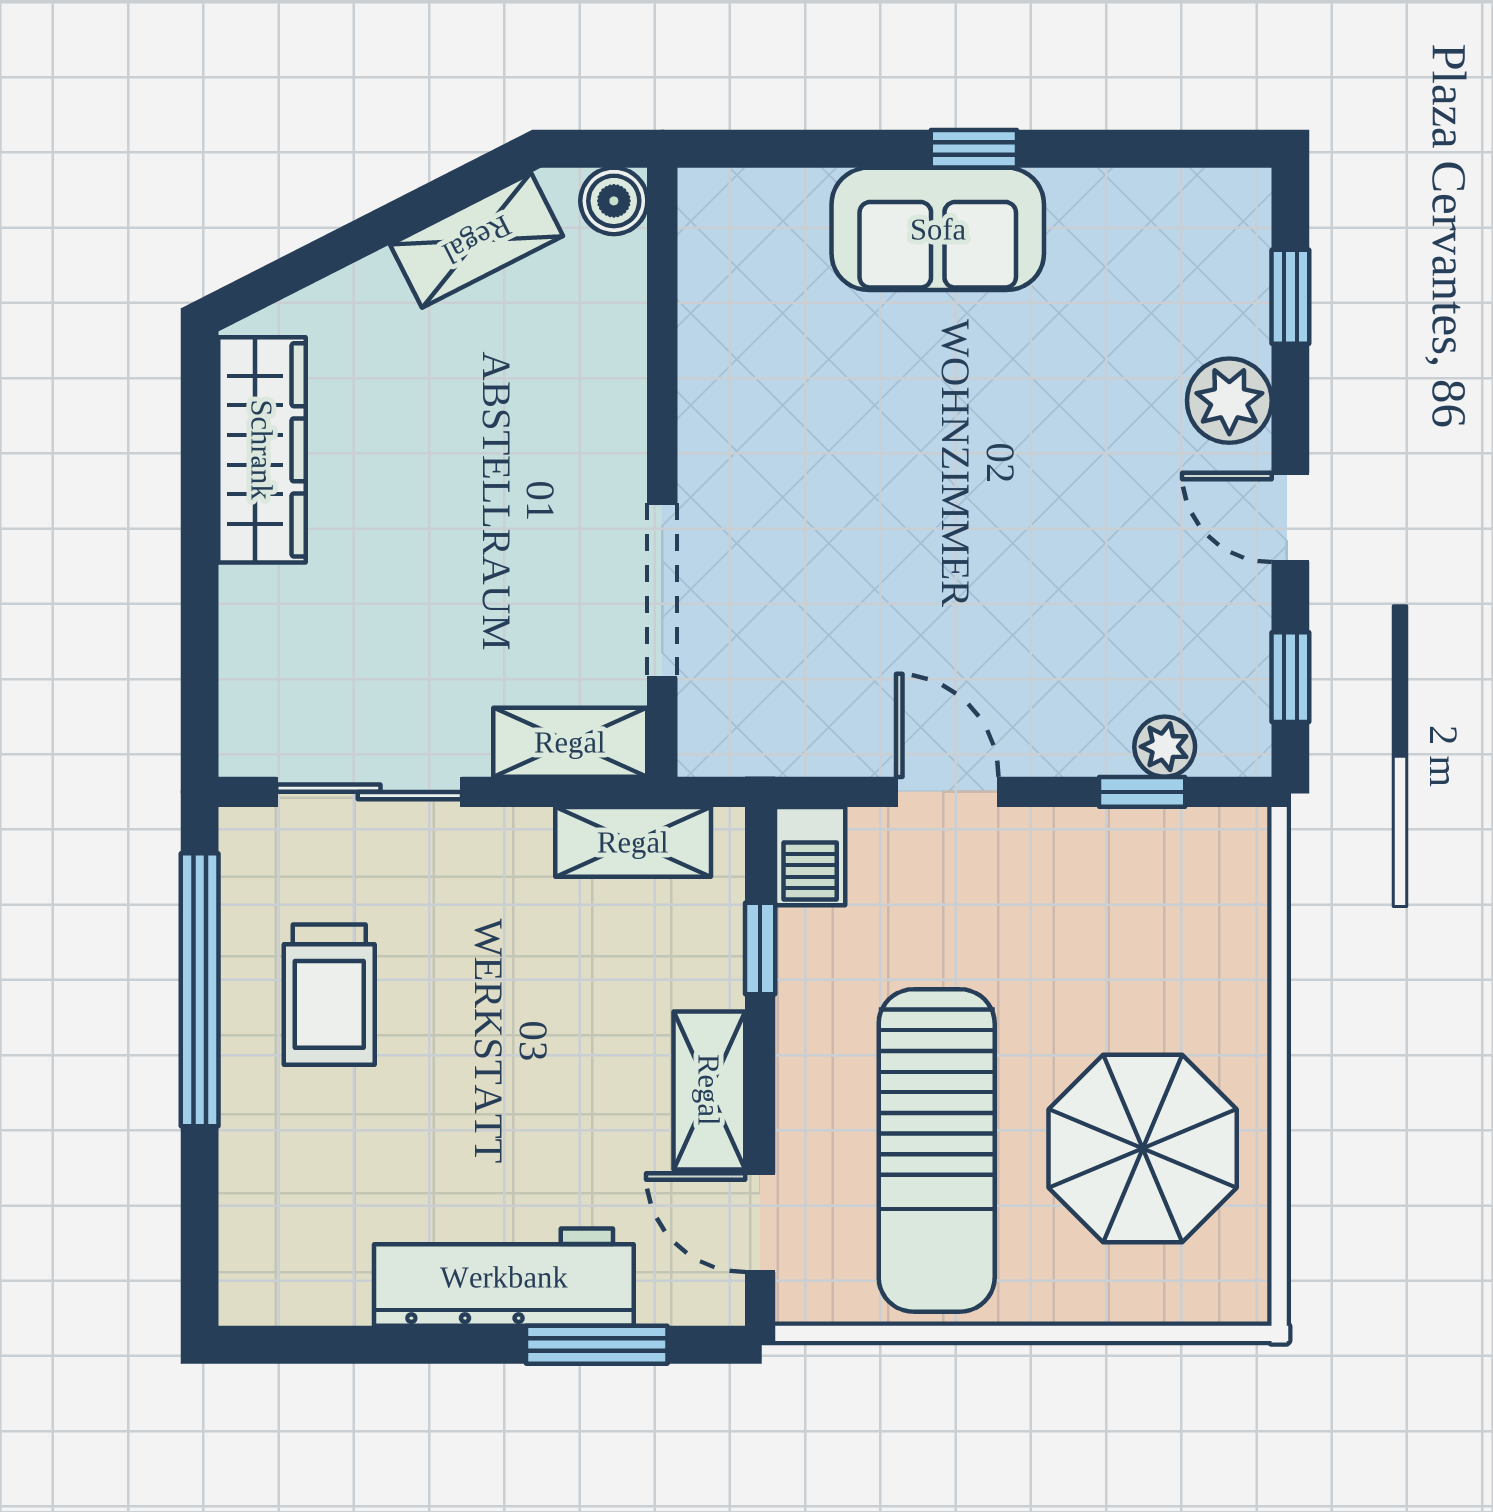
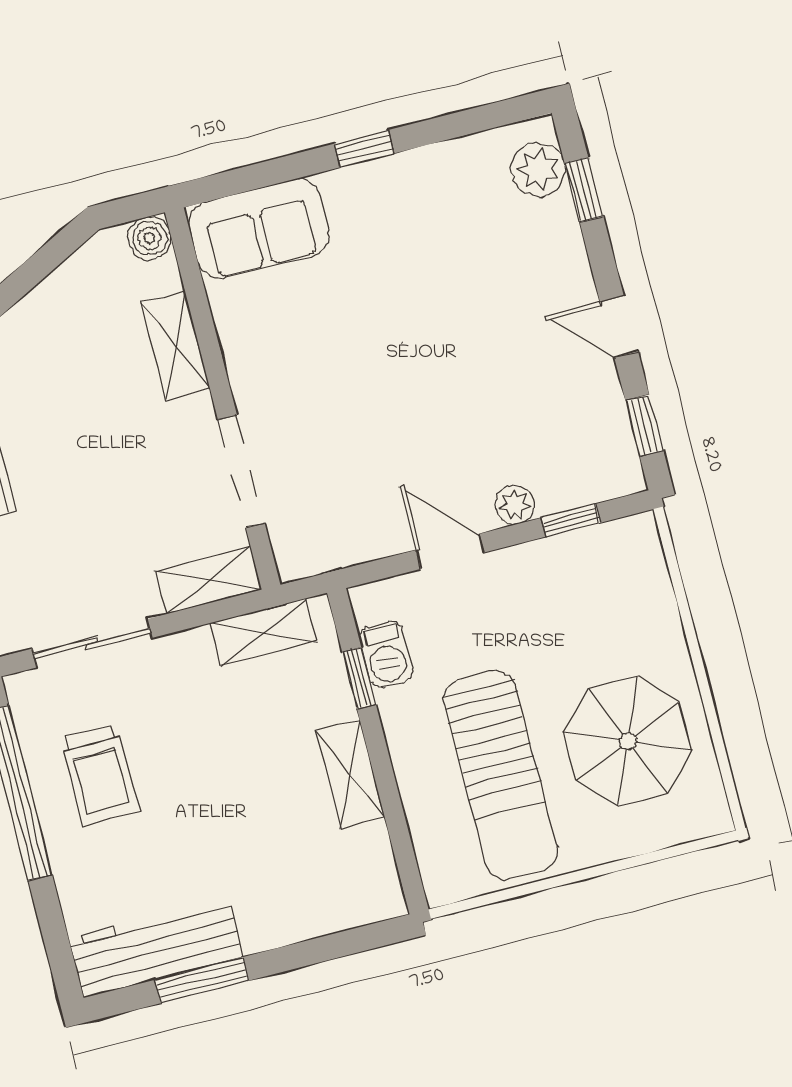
sofa: (938, 229) -> (259, 229), moved
shelving: (477, 240) -> (176, 346), moved, turned -63
plant: (1229, 401) -> (538, 170), moved
plant: (1165, 747) -> (515, 505), moved
barbecue: (810, 856) -> (386, 654), moved
door: (760, 1223) -> (403, 848), removed
workbench: (504, 1277) -> (156, 947), moved
window: (597, 1345) -> (202, 980), moved

